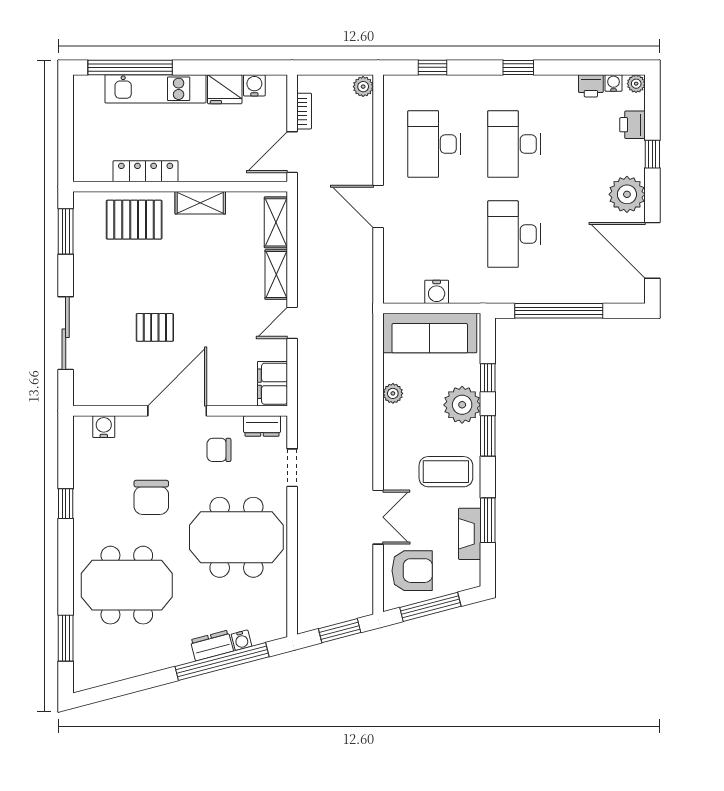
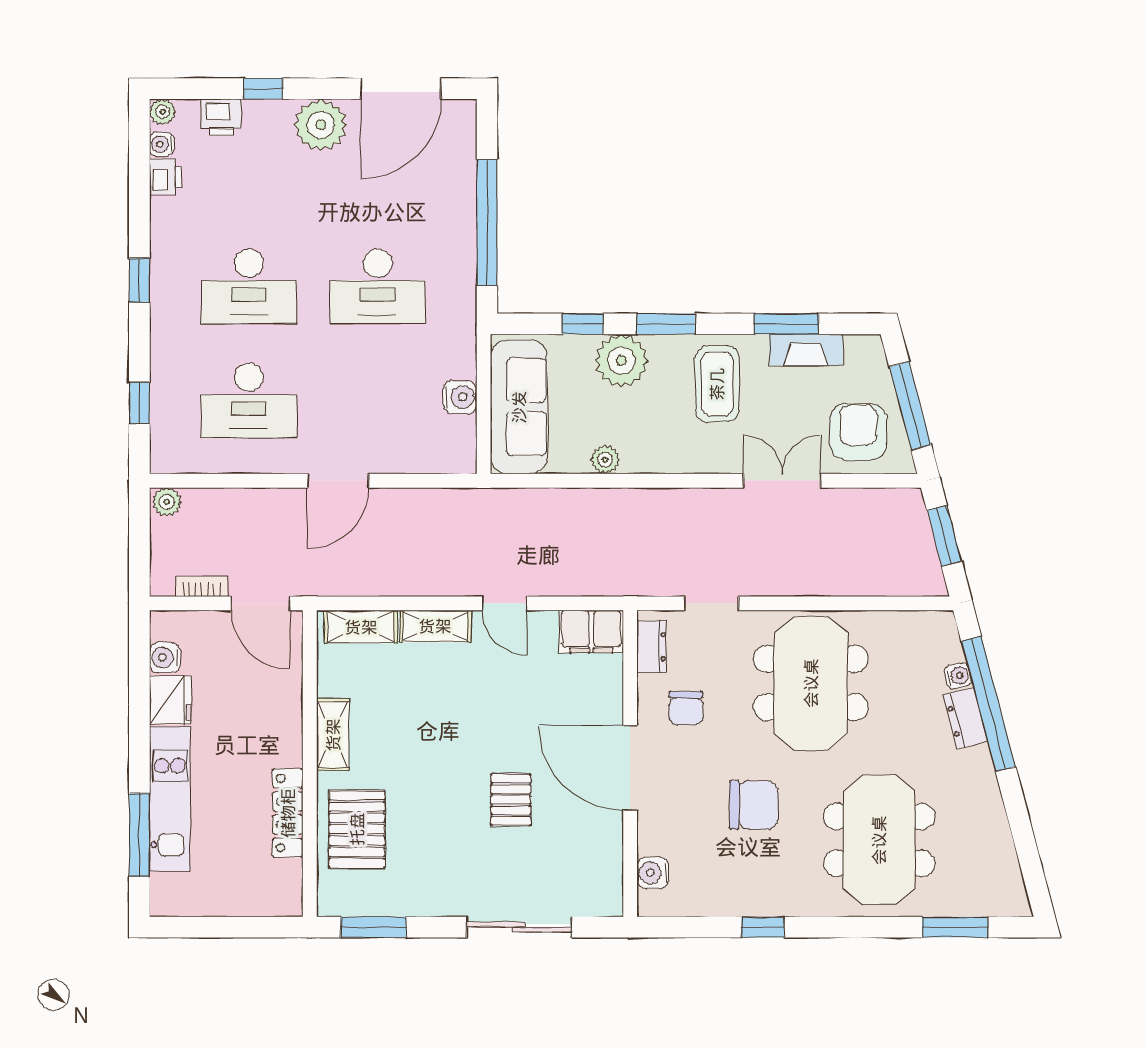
window: (130, 67) -> (139, 835), width x0.68

